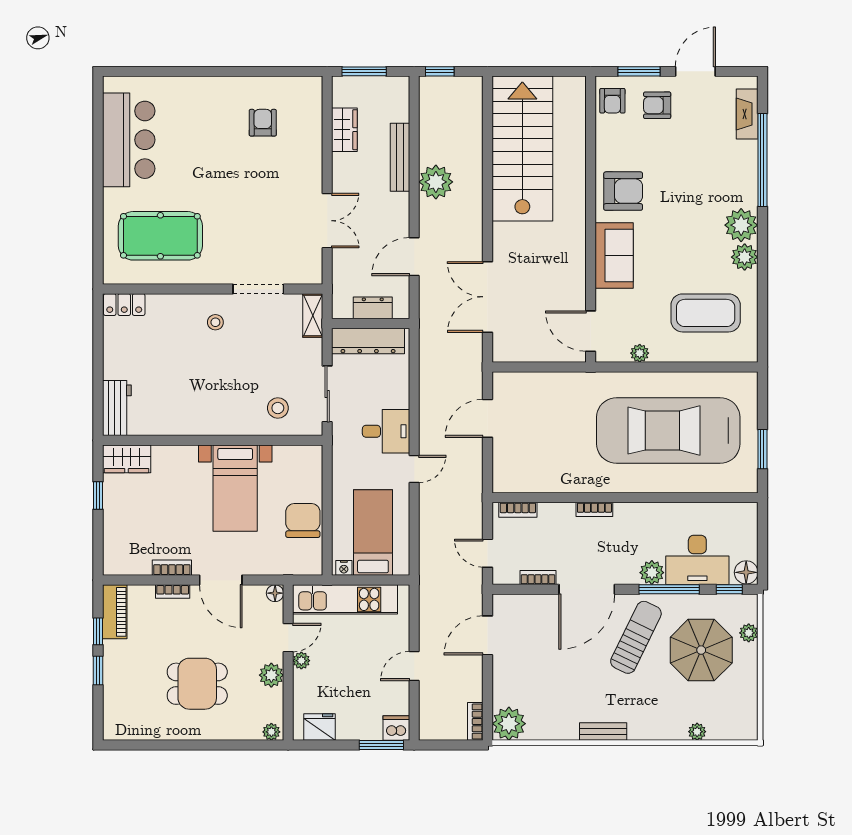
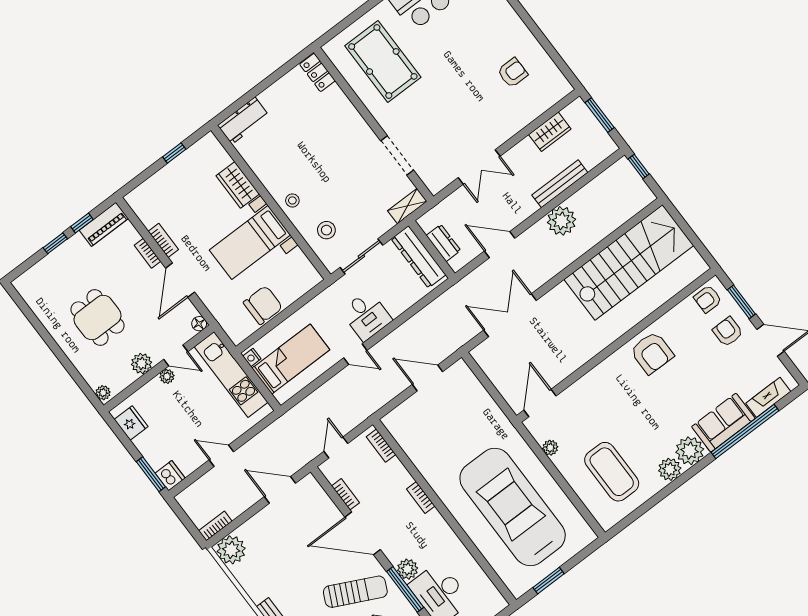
sofa: (614, 256) -> (723, 423), moved, turned 180
stool: (215, 322) -> (292, 200), moved
wardrobe: (127, 459) -> (238, 185), moved

